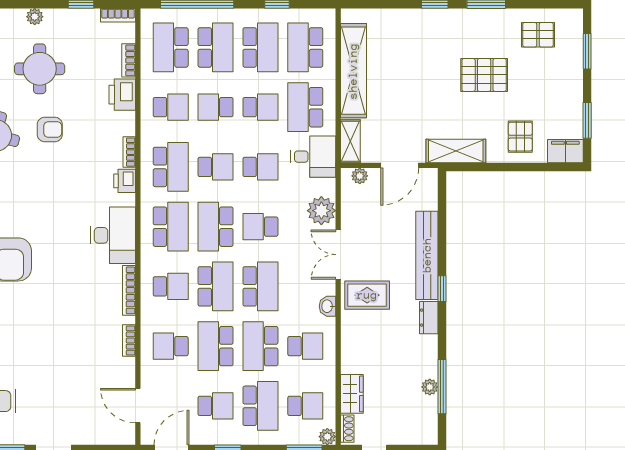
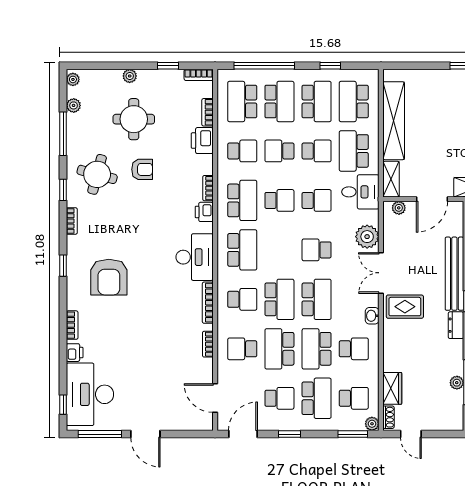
school desk: (216, 227) -> (279, 250), removed

